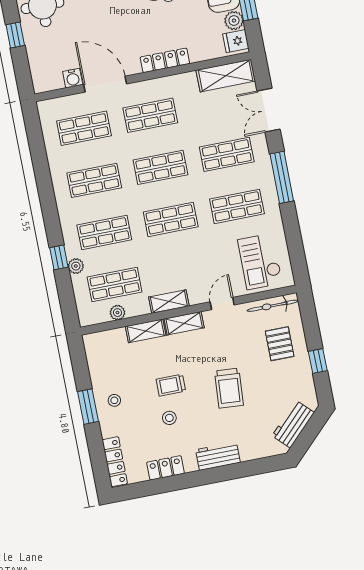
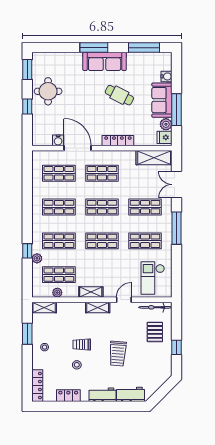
shelving: (146, 331) -> (44, 307), moved
window: (88, 407) -> (27, 334), moved
workbench: (293, 424) -> (131, 394), moved, turned 45

